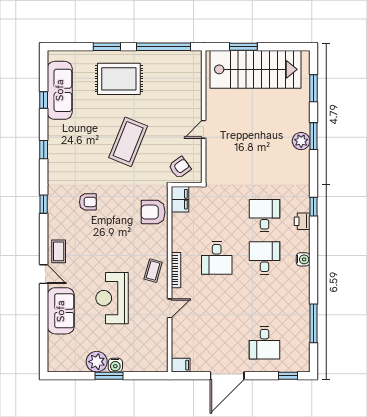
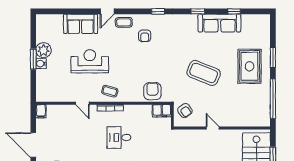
sofa: (60, 90) -> (219, 23), moved
armchair: (88, 202) -> (145, 36), moved

